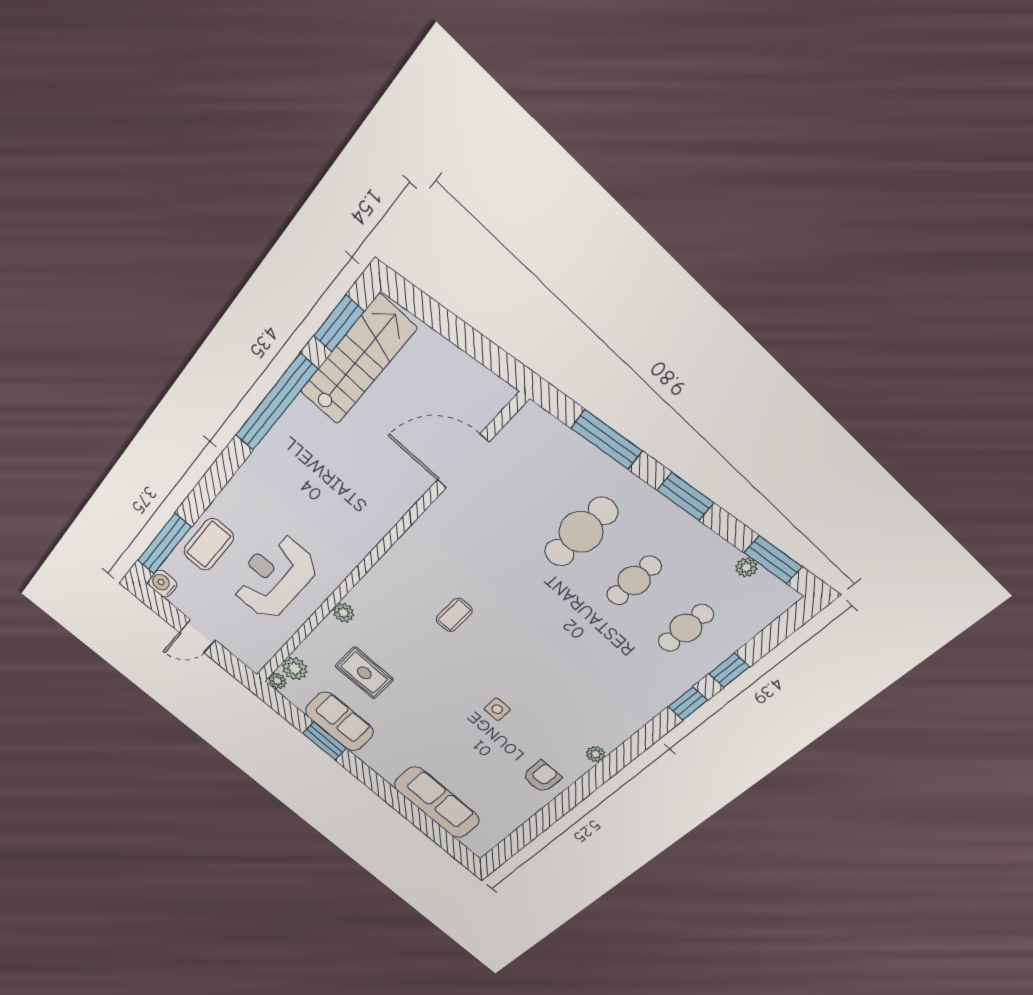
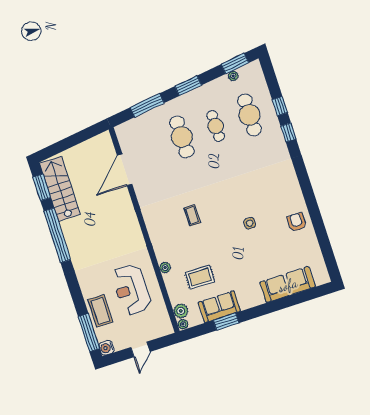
cafe table: (686, 628) -> (249, 115), width x1.37, depth x1.35
plant: (596, 754) -> (296, 189), removed

